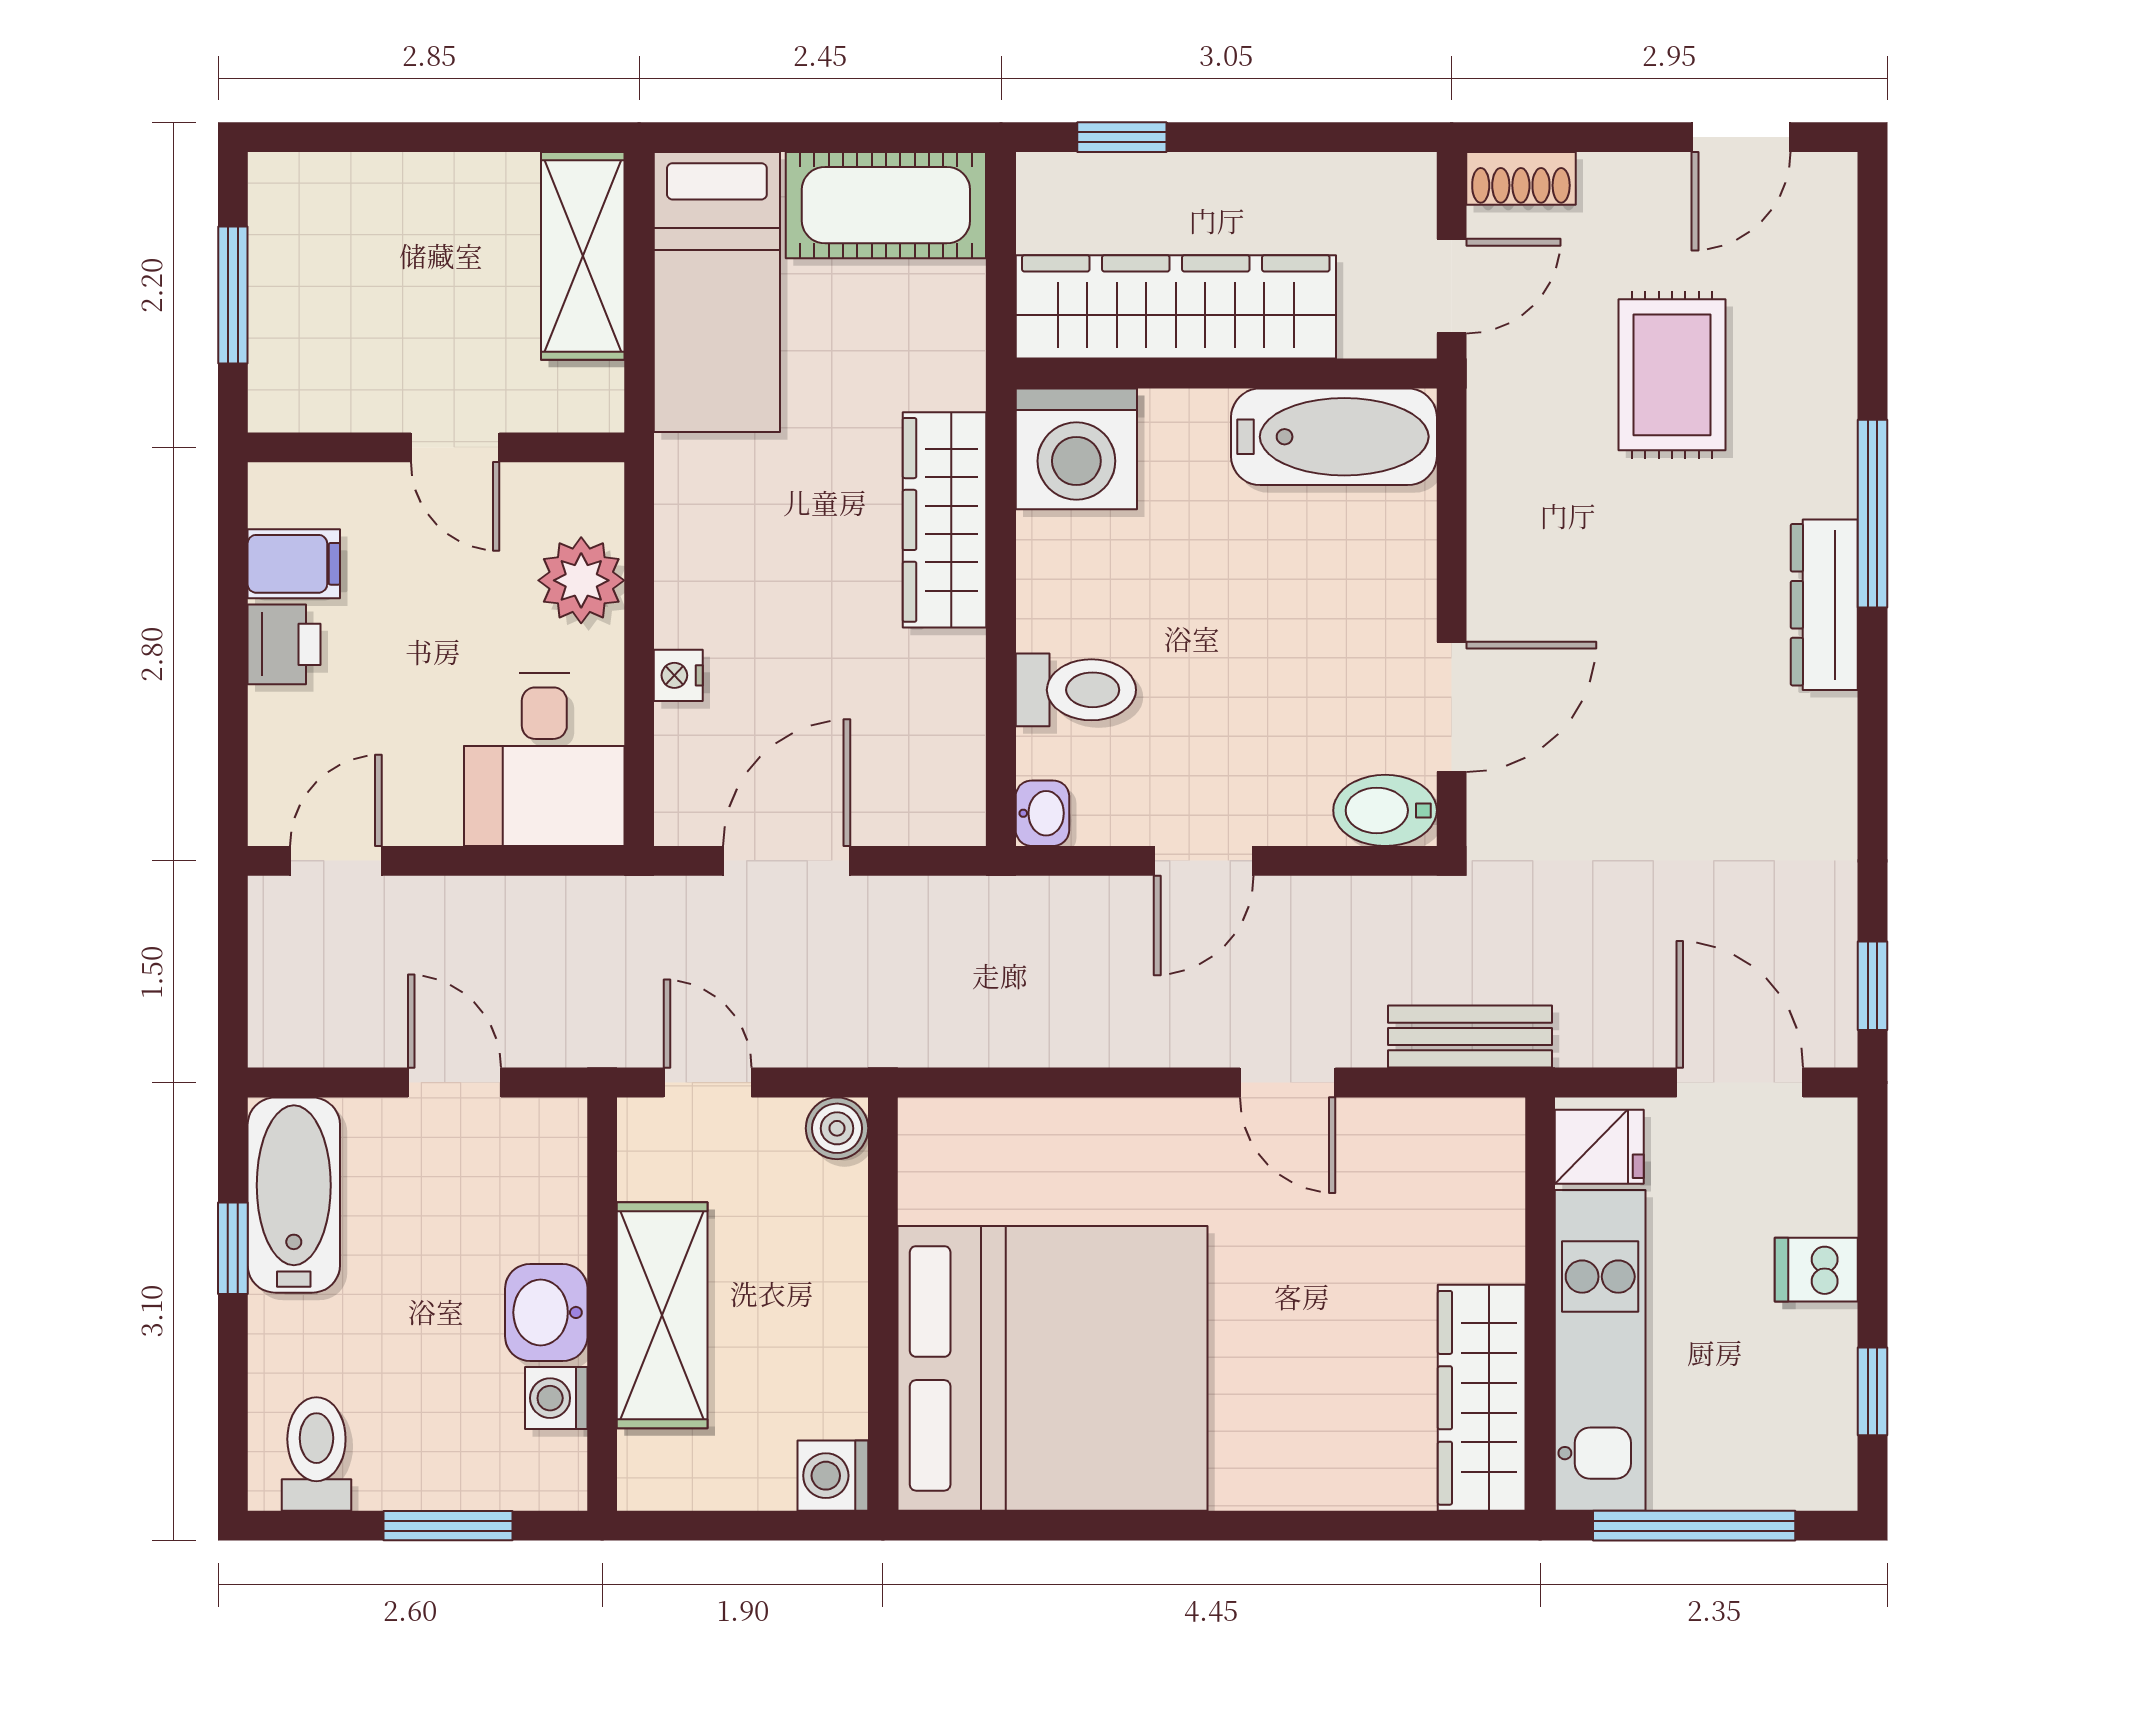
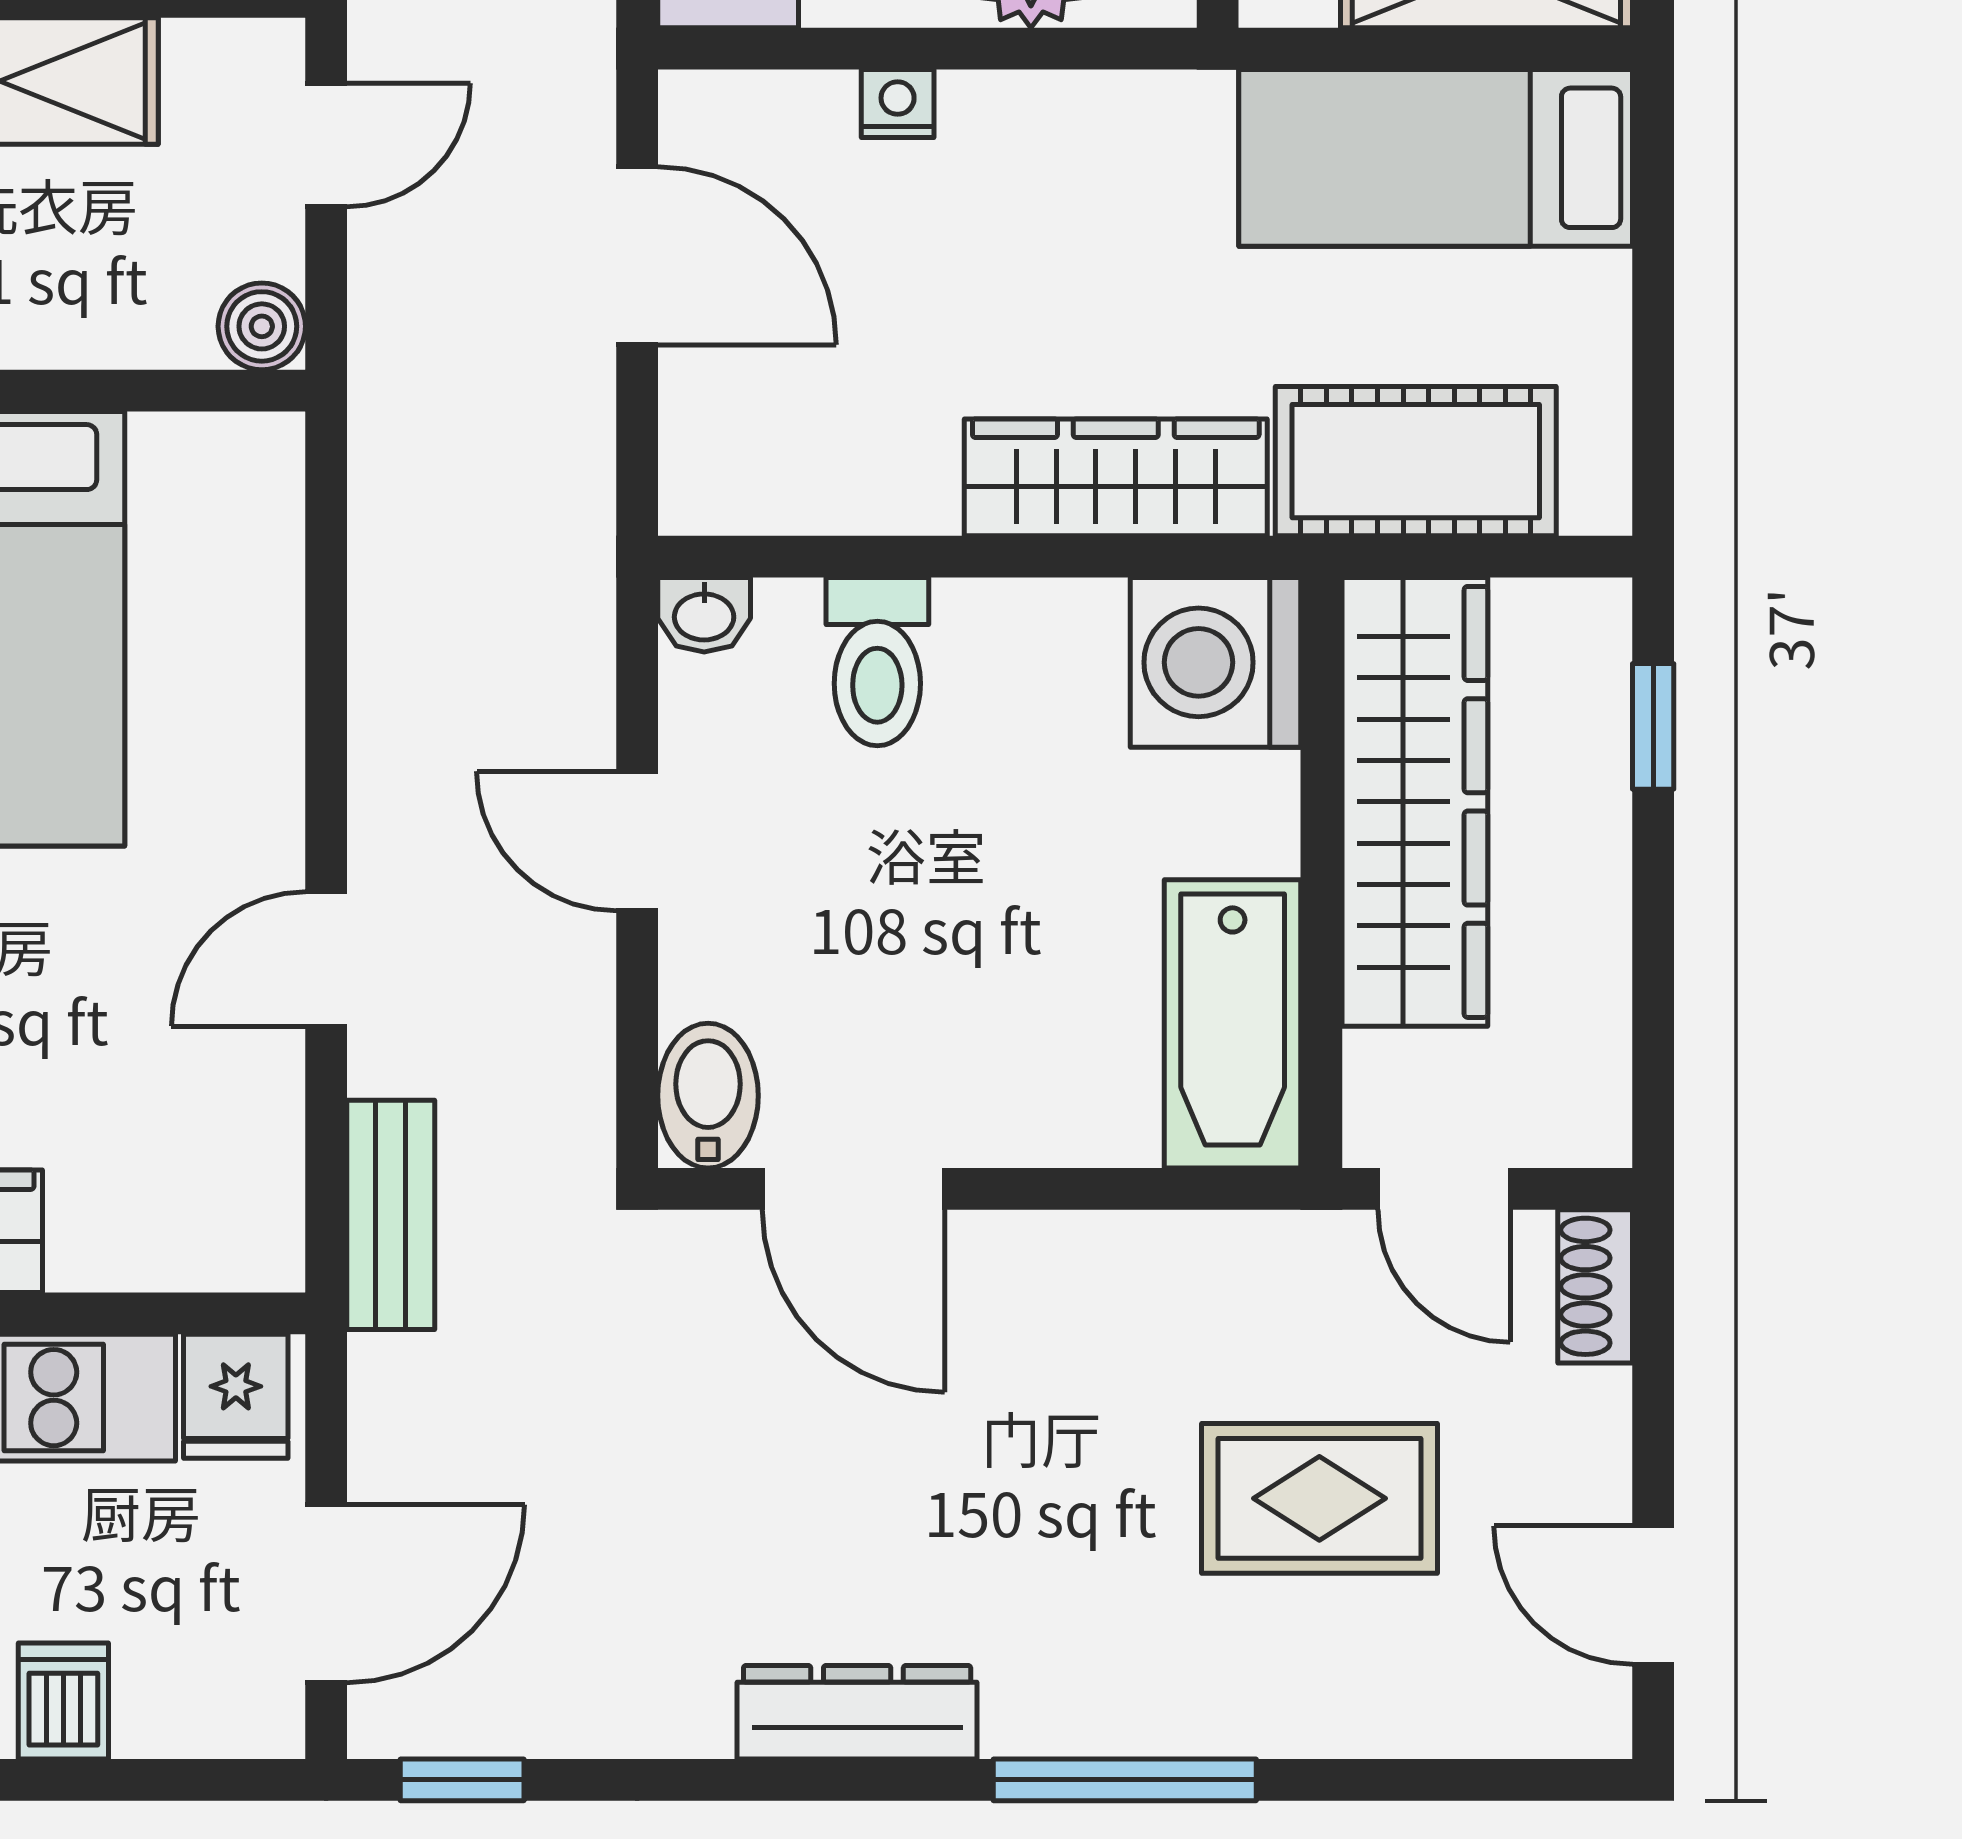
cot: (886, 205) -> (1416, 461), moved, turned 90
dresser: (1824, 605) -> (857, 1712), moved

